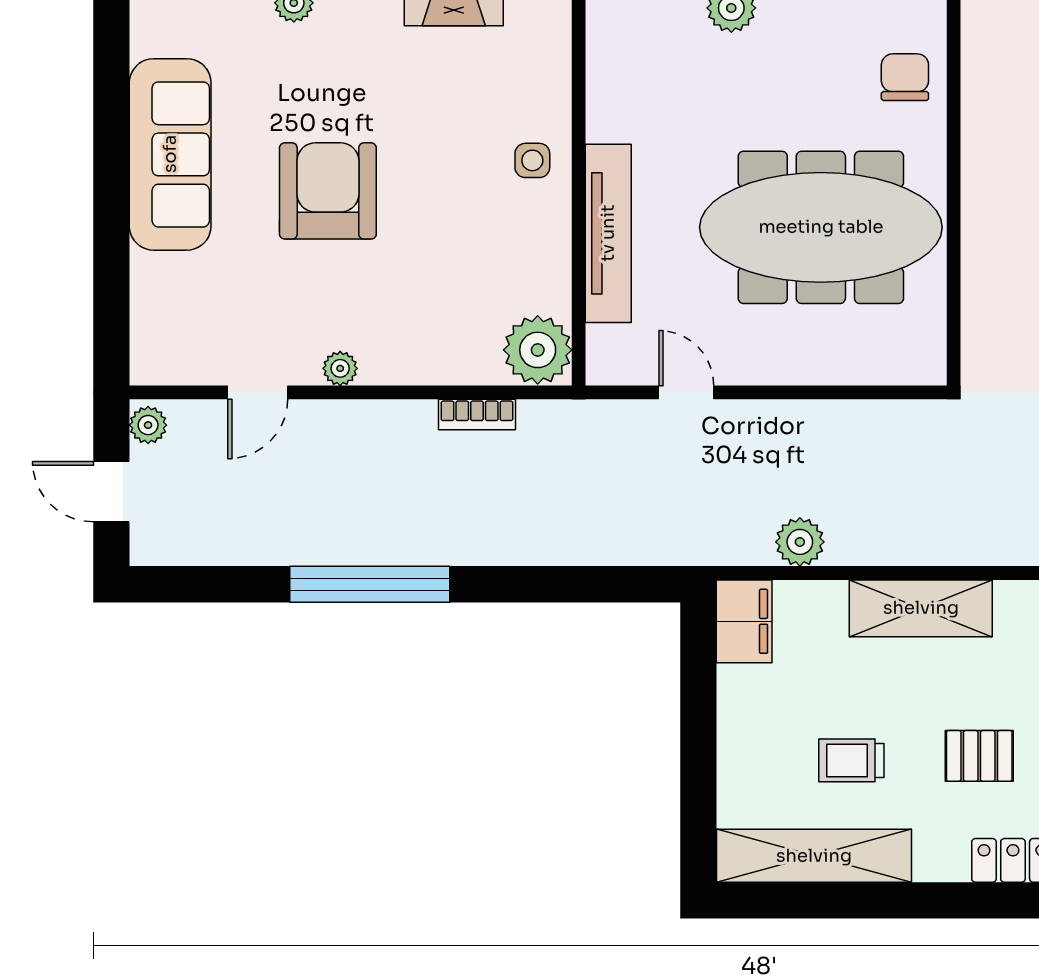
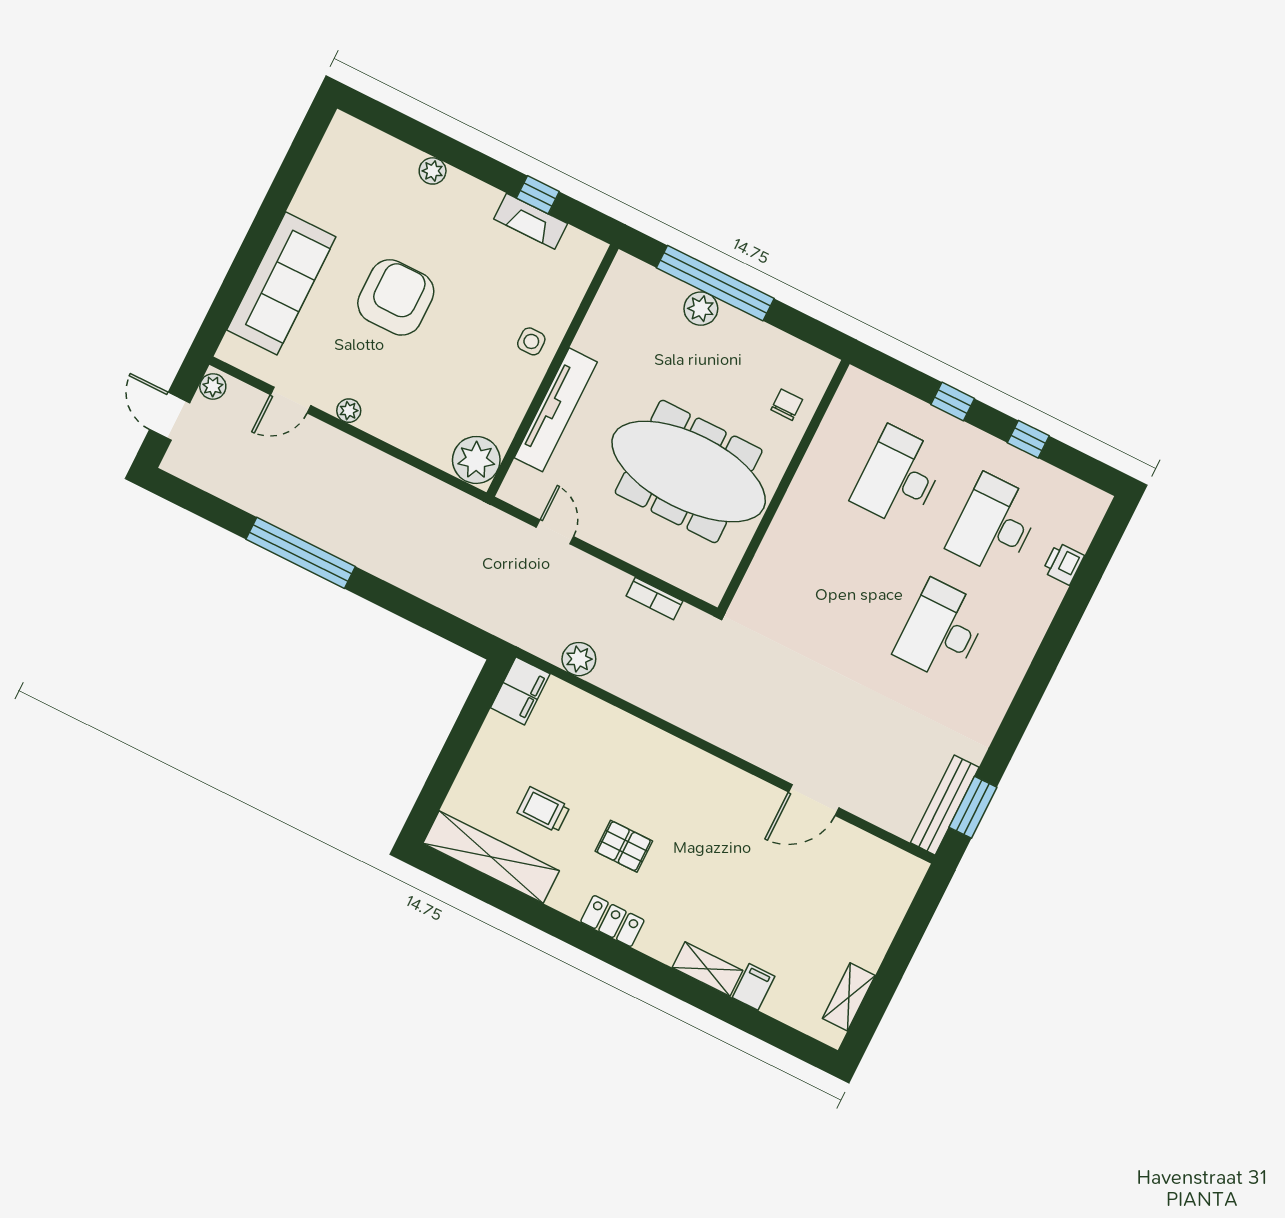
chair: (905, 77) -> (787, 405), width x0.73, depth x0.73
sofa: (170, 154) -> (281, 283), moved
bookcase: (477, 414) -> (654, 598), moved
shelving: (921, 608) -> (633, 737), removed

